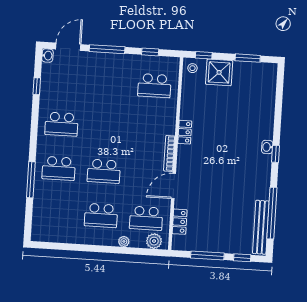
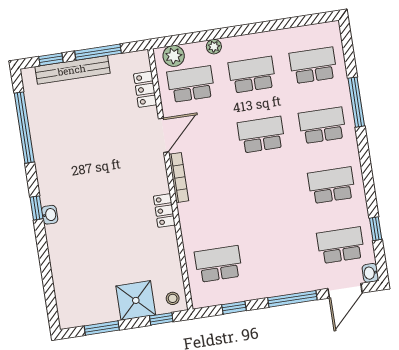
school desk: (64, 80) -> (341, 245), added
school desk: (56, 213) -> (313, 65), added
bench: (261, 227) -> (72, 70), moved, turned 90

